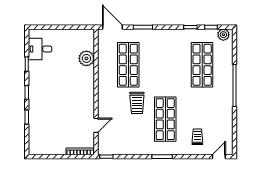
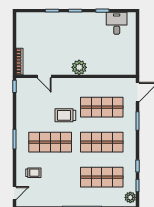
plant: (86, 58) -> (79, 67), moved
shop shelf: (165, 65) -> (102, 142), added
door: (219, 157) -> (14, 193), hinge flipped

